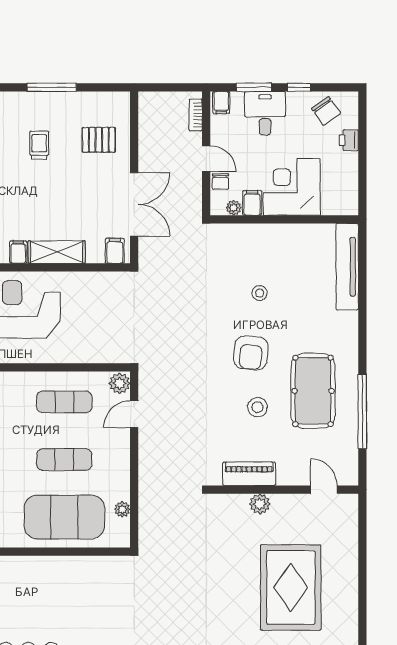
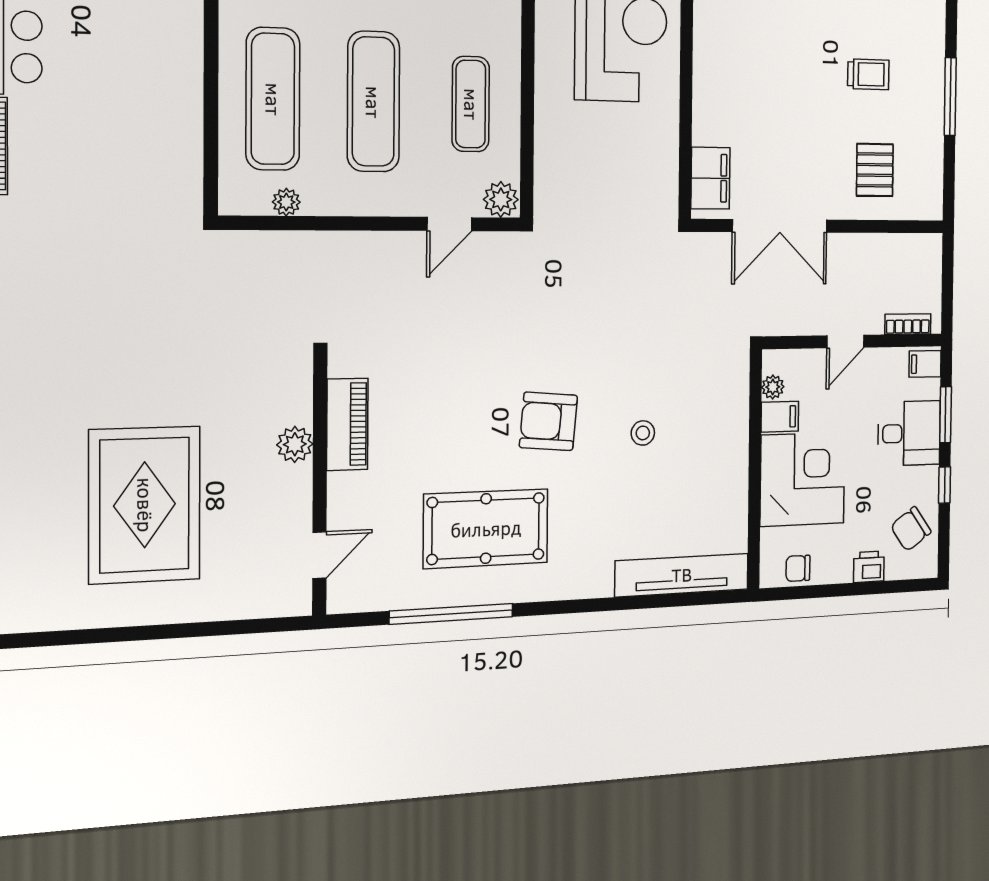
chair: (220, 181) -> (798, 568), moved
filing cabinet: (115, 251) -> (710, 178), width x2.00
filing cabinet: (18, 252) -> (710, 34), removed
shelving: (57, 252) -> (709, 98), removed
stool: (257, 407) -> (460, 435), removed
door: (134, 414) -> (449, 224), swing flipped
exercise mat: (64, 459) -> (373, 102), width x1.36, depth x1.45
exercise mat: (64, 517) -> (273, 99), width x0.68
rug: (291, 587) -> (145, 505), turned 90

